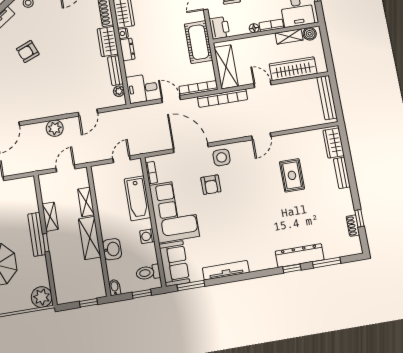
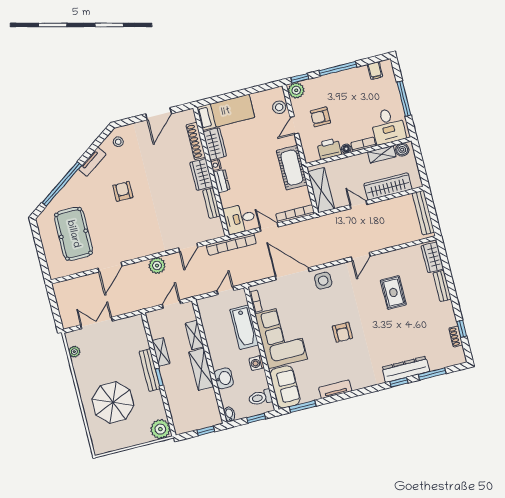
printer: (219, 28) -> (329, 149), moved, turned -90
armchair: (28, 52) -> (123, 191), turned 112
plant: (119, 91) -> (217, 224), removed
bookcase: (223, 98) -> (231, 244), moved
armchair: (211, 185) -> (342, 332), moved
tv unit: (226, 270) -> (335, 389), width x0.71

